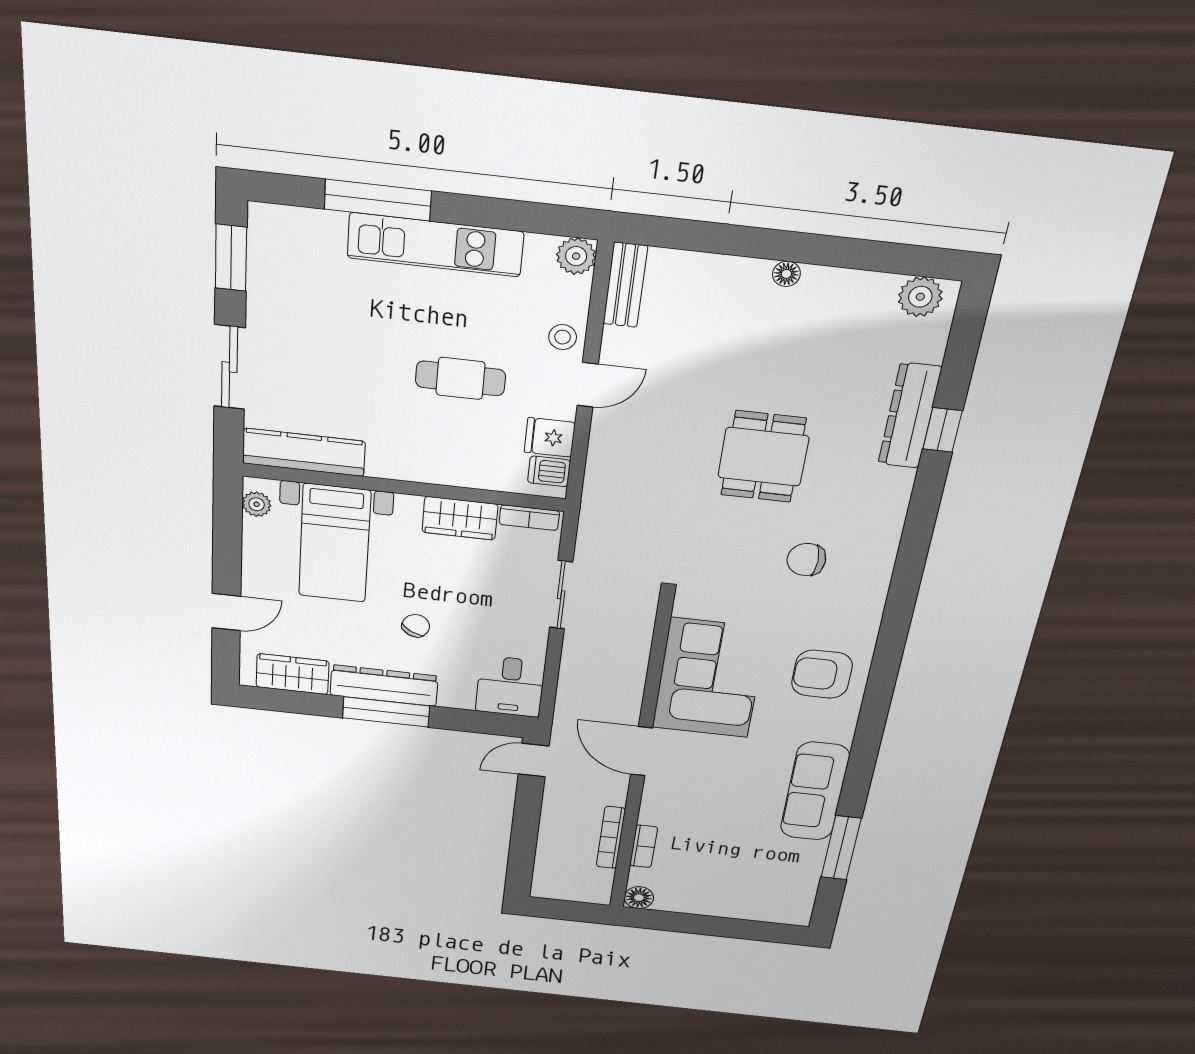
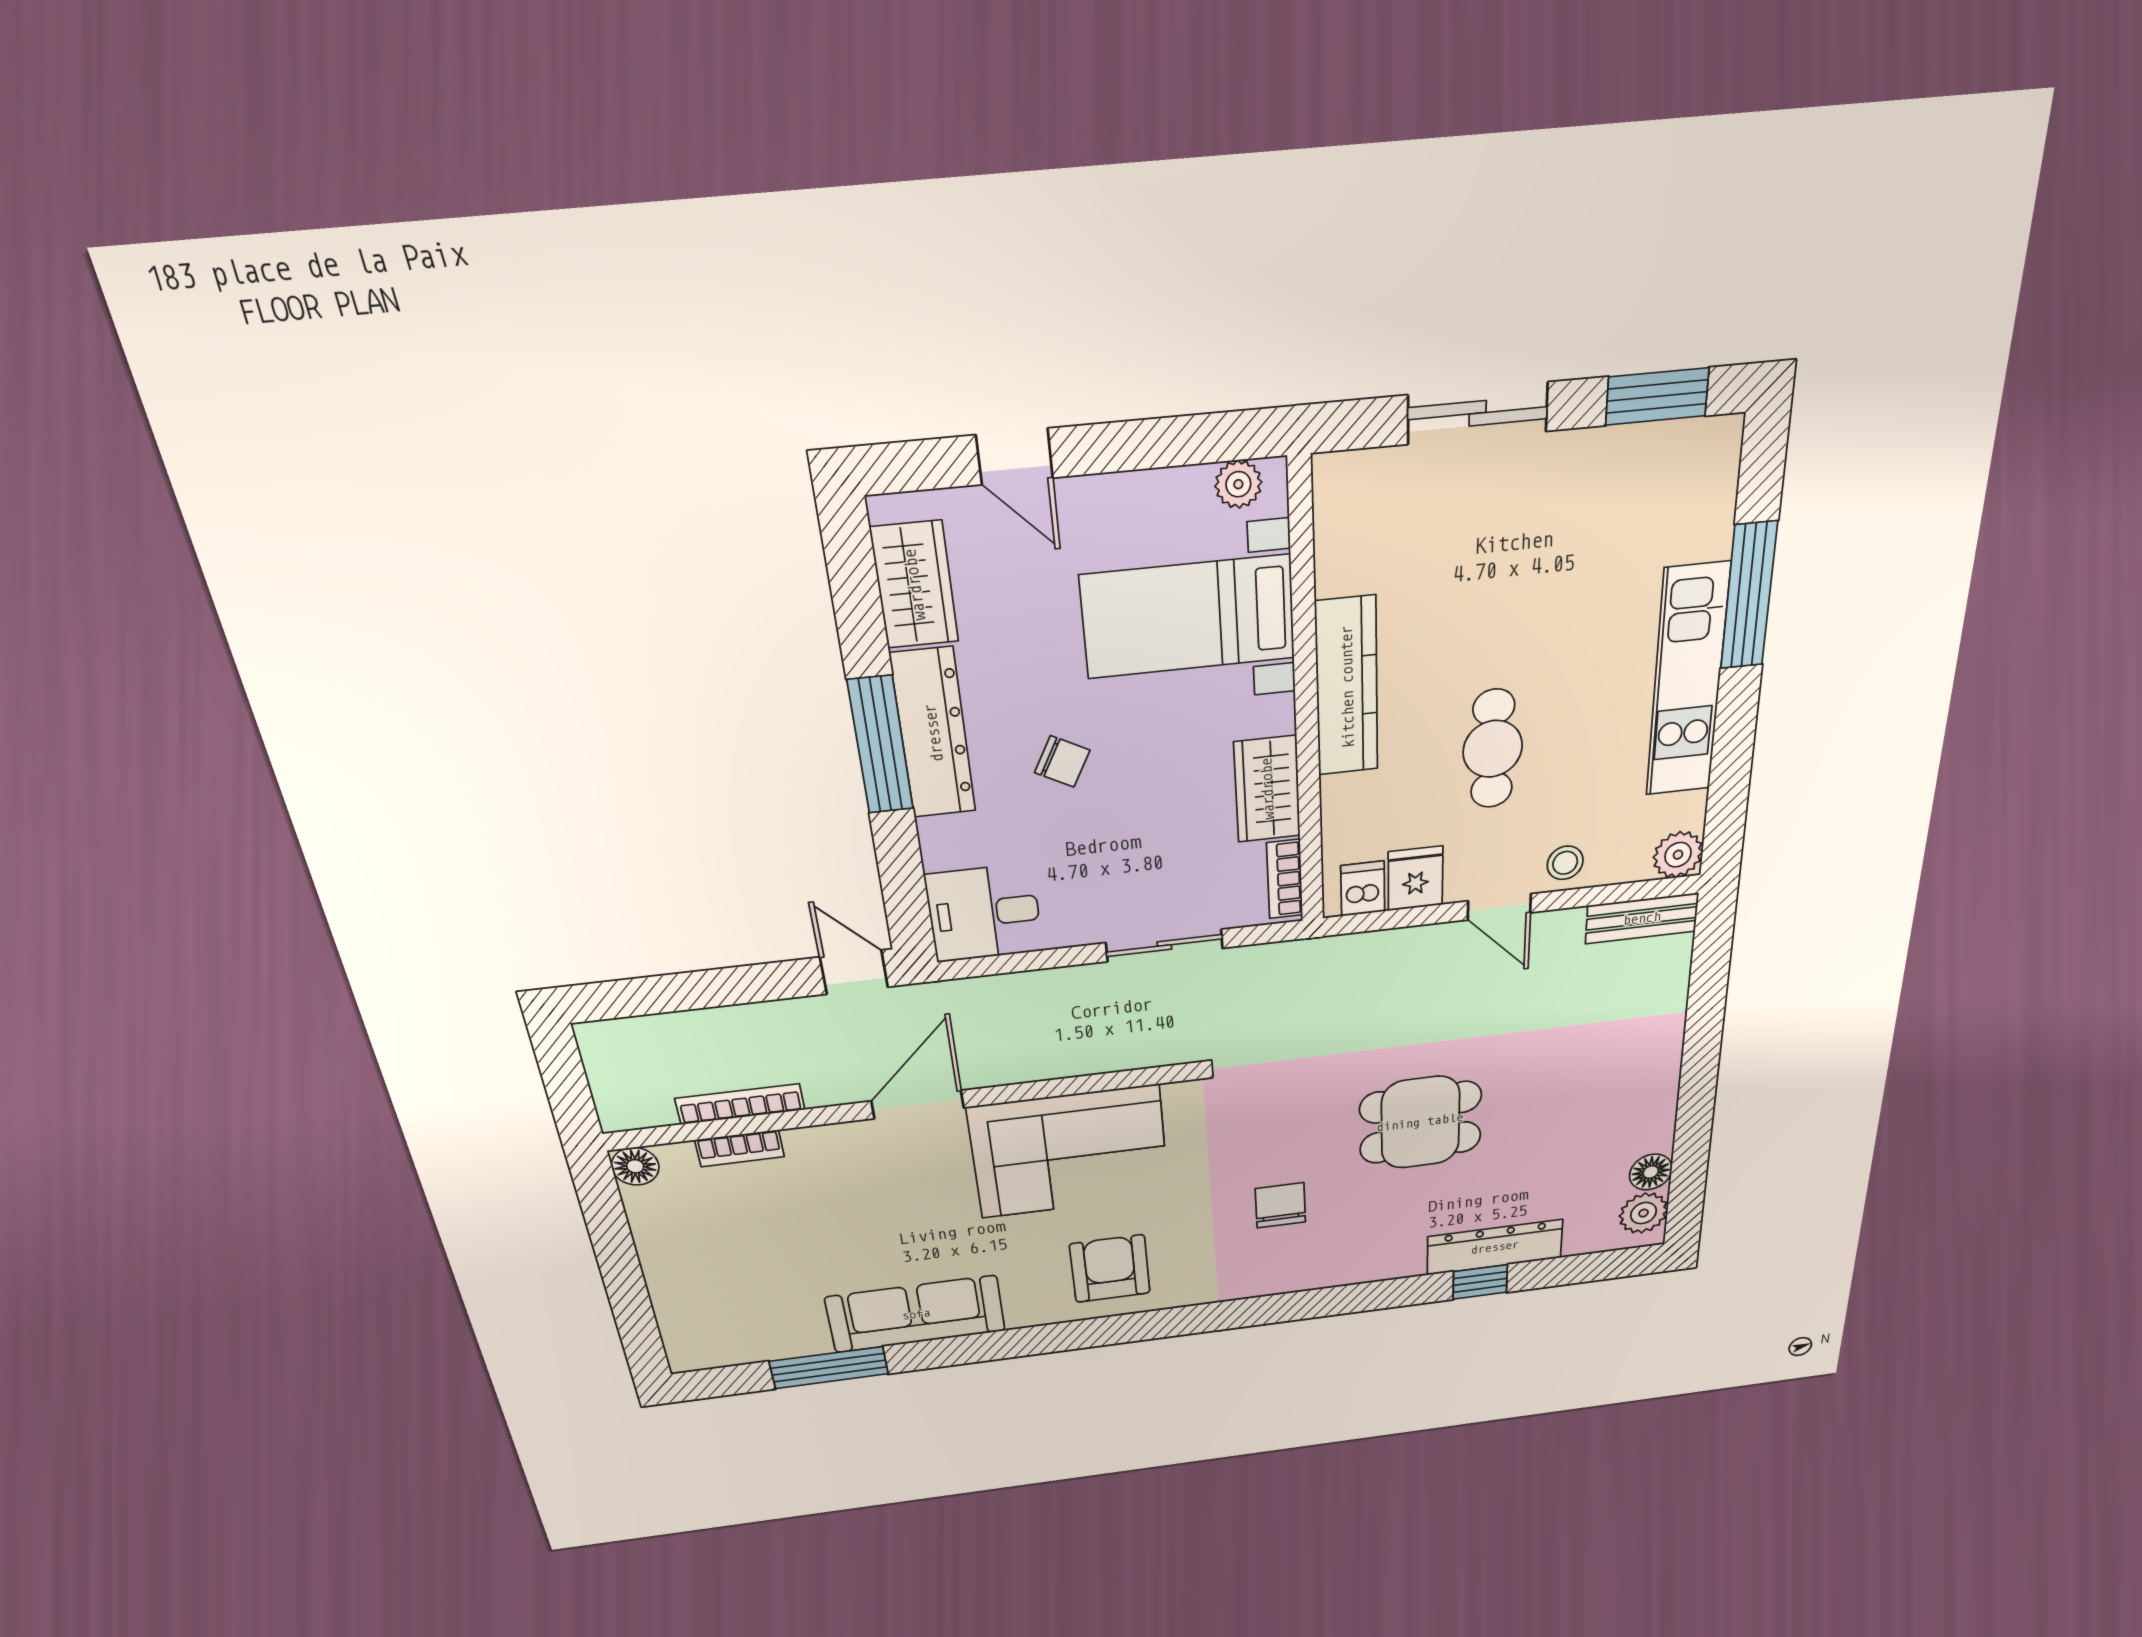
floor lamp: (786, 274) -> (1651, 1172), moved, width x1.37, depth x1.37
kitchen counter: (304, 452) -> (1347, 687), moved

